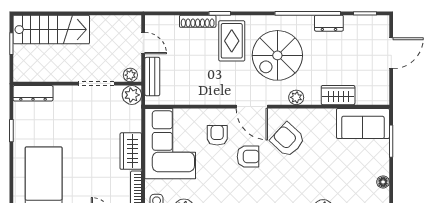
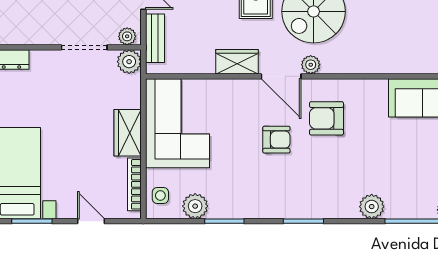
wardrobe: (338, 95) -> (237, 62), moved
plant: (296, 97) -> (311, 65), moved
armchair: (217, 135) -> (237, 113), removed
armchair: (288, 140) -> (326, 118), turned -43

